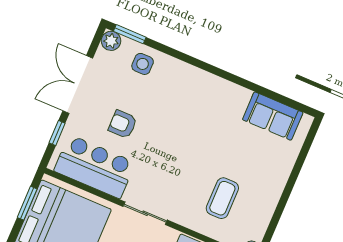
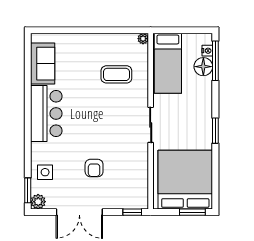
window: (57, 133) -> (132, 212), moved
bar counter: (95, 167) -> (46, 114), moved, turned 180
window: (27, 203) -> (192, 212), moved

